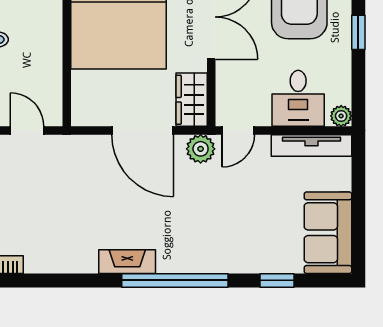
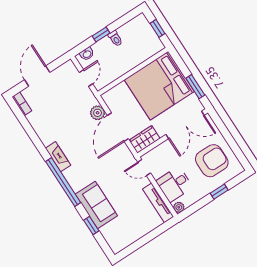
plant: (201, 149) -> (98, 113), moved
sofa: (328, 233) -> (96, 205), moved, turned 90

